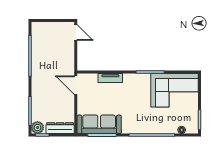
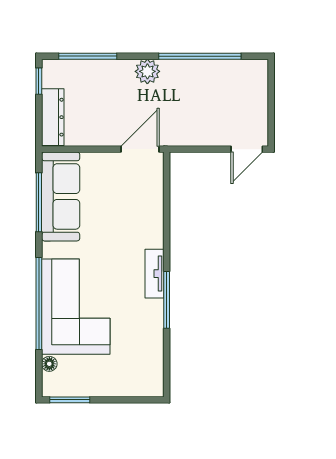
tv unit: (110, 78) -> (155, 274), moved
corner sofa: (175, 90) -> (76, 307), moved, turned 180
plant: (38, 128) -> (147, 71), moved

